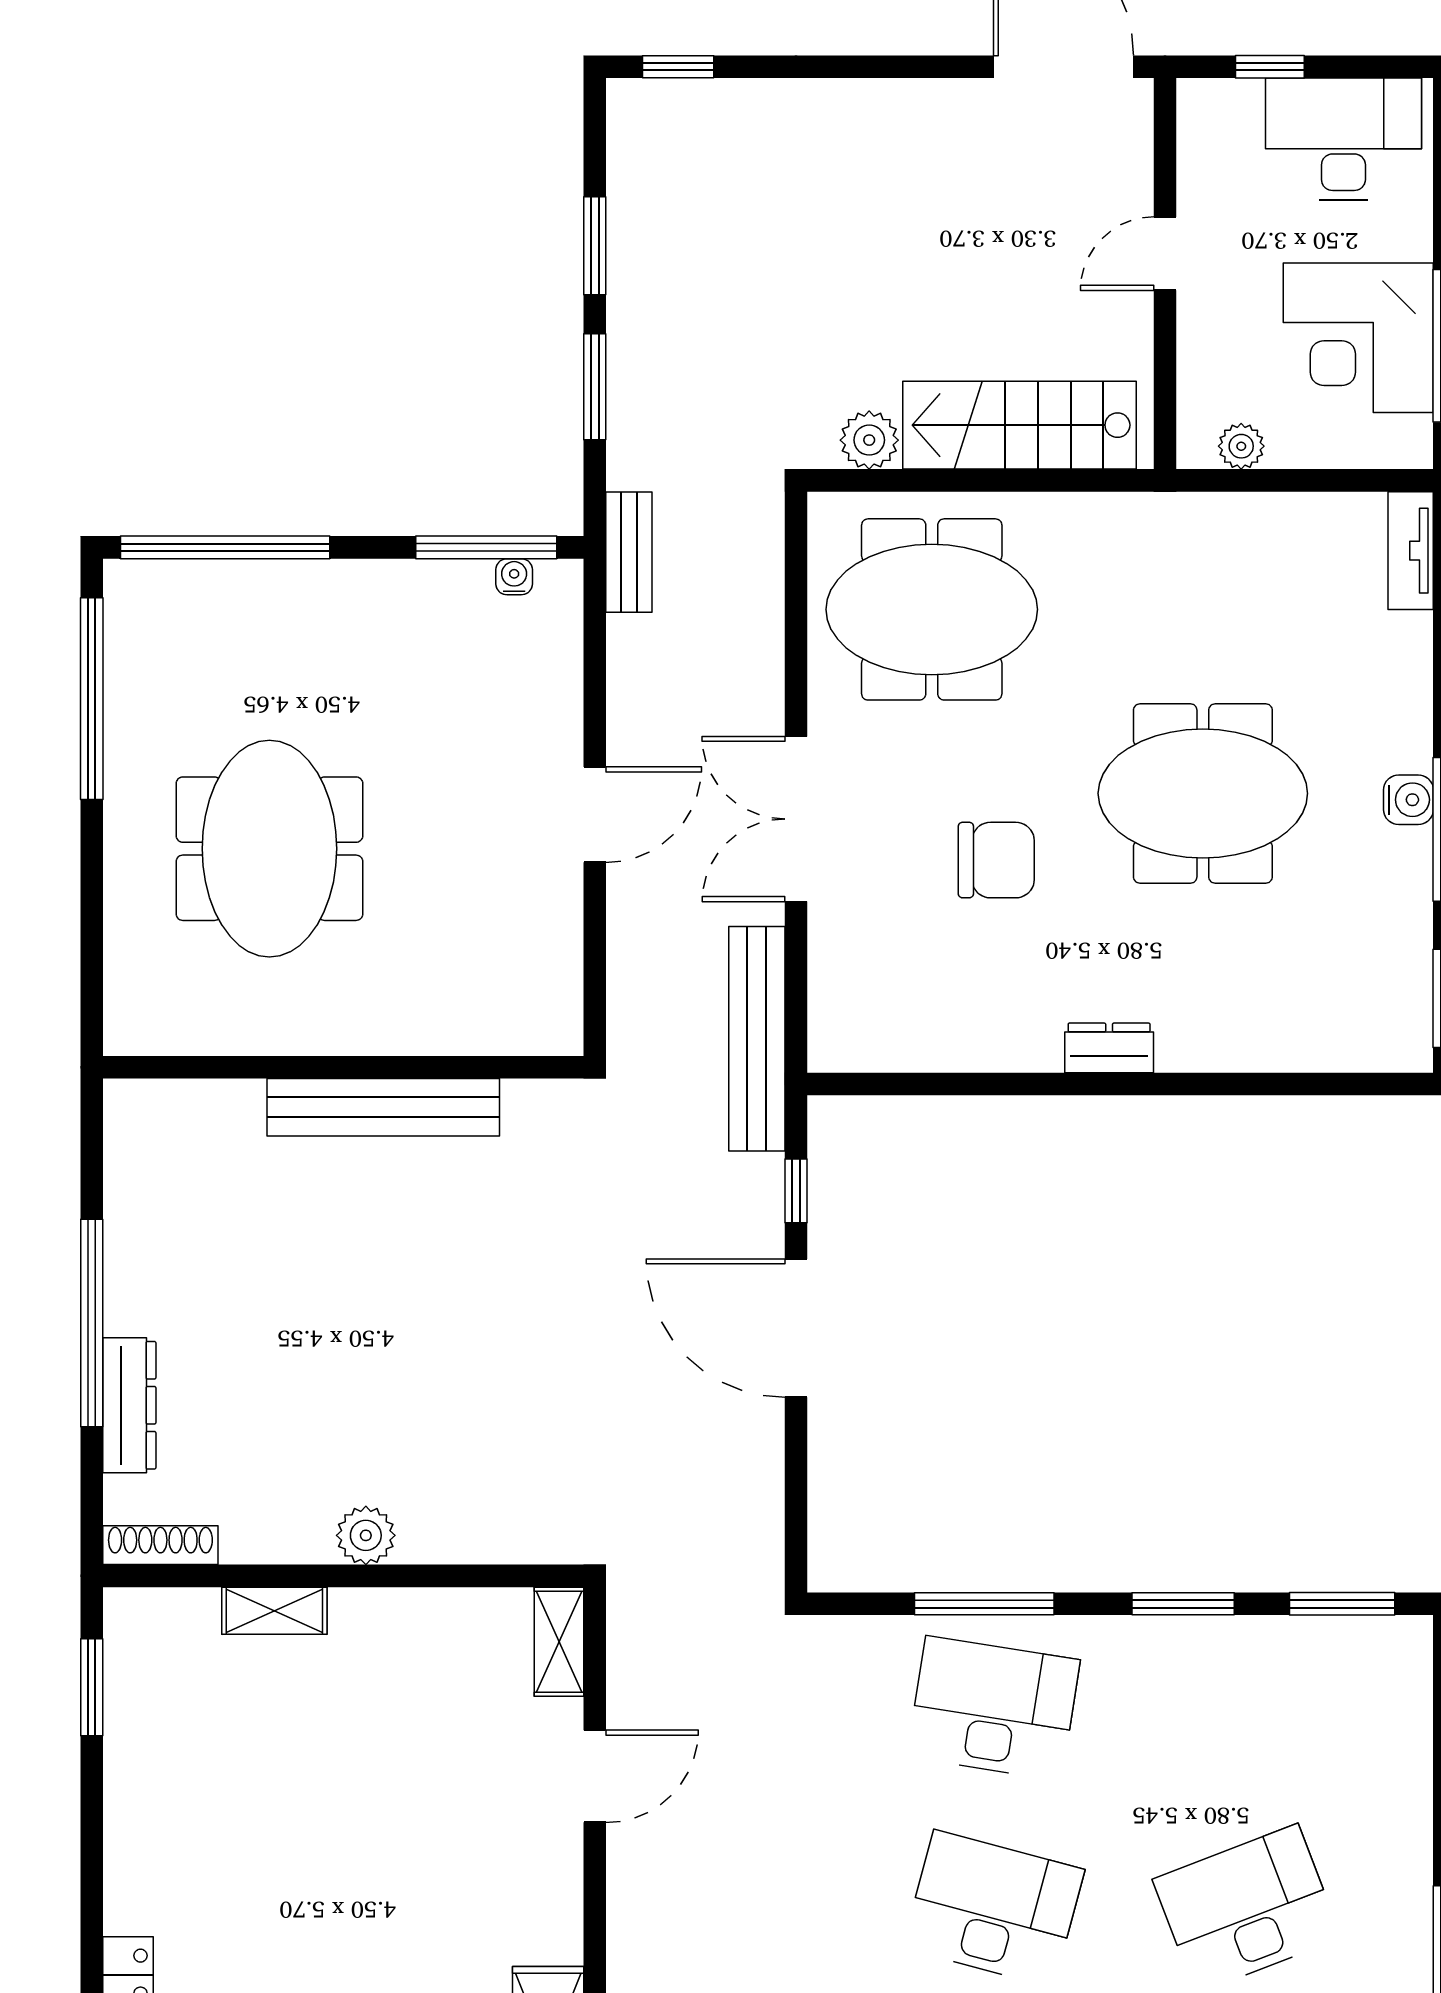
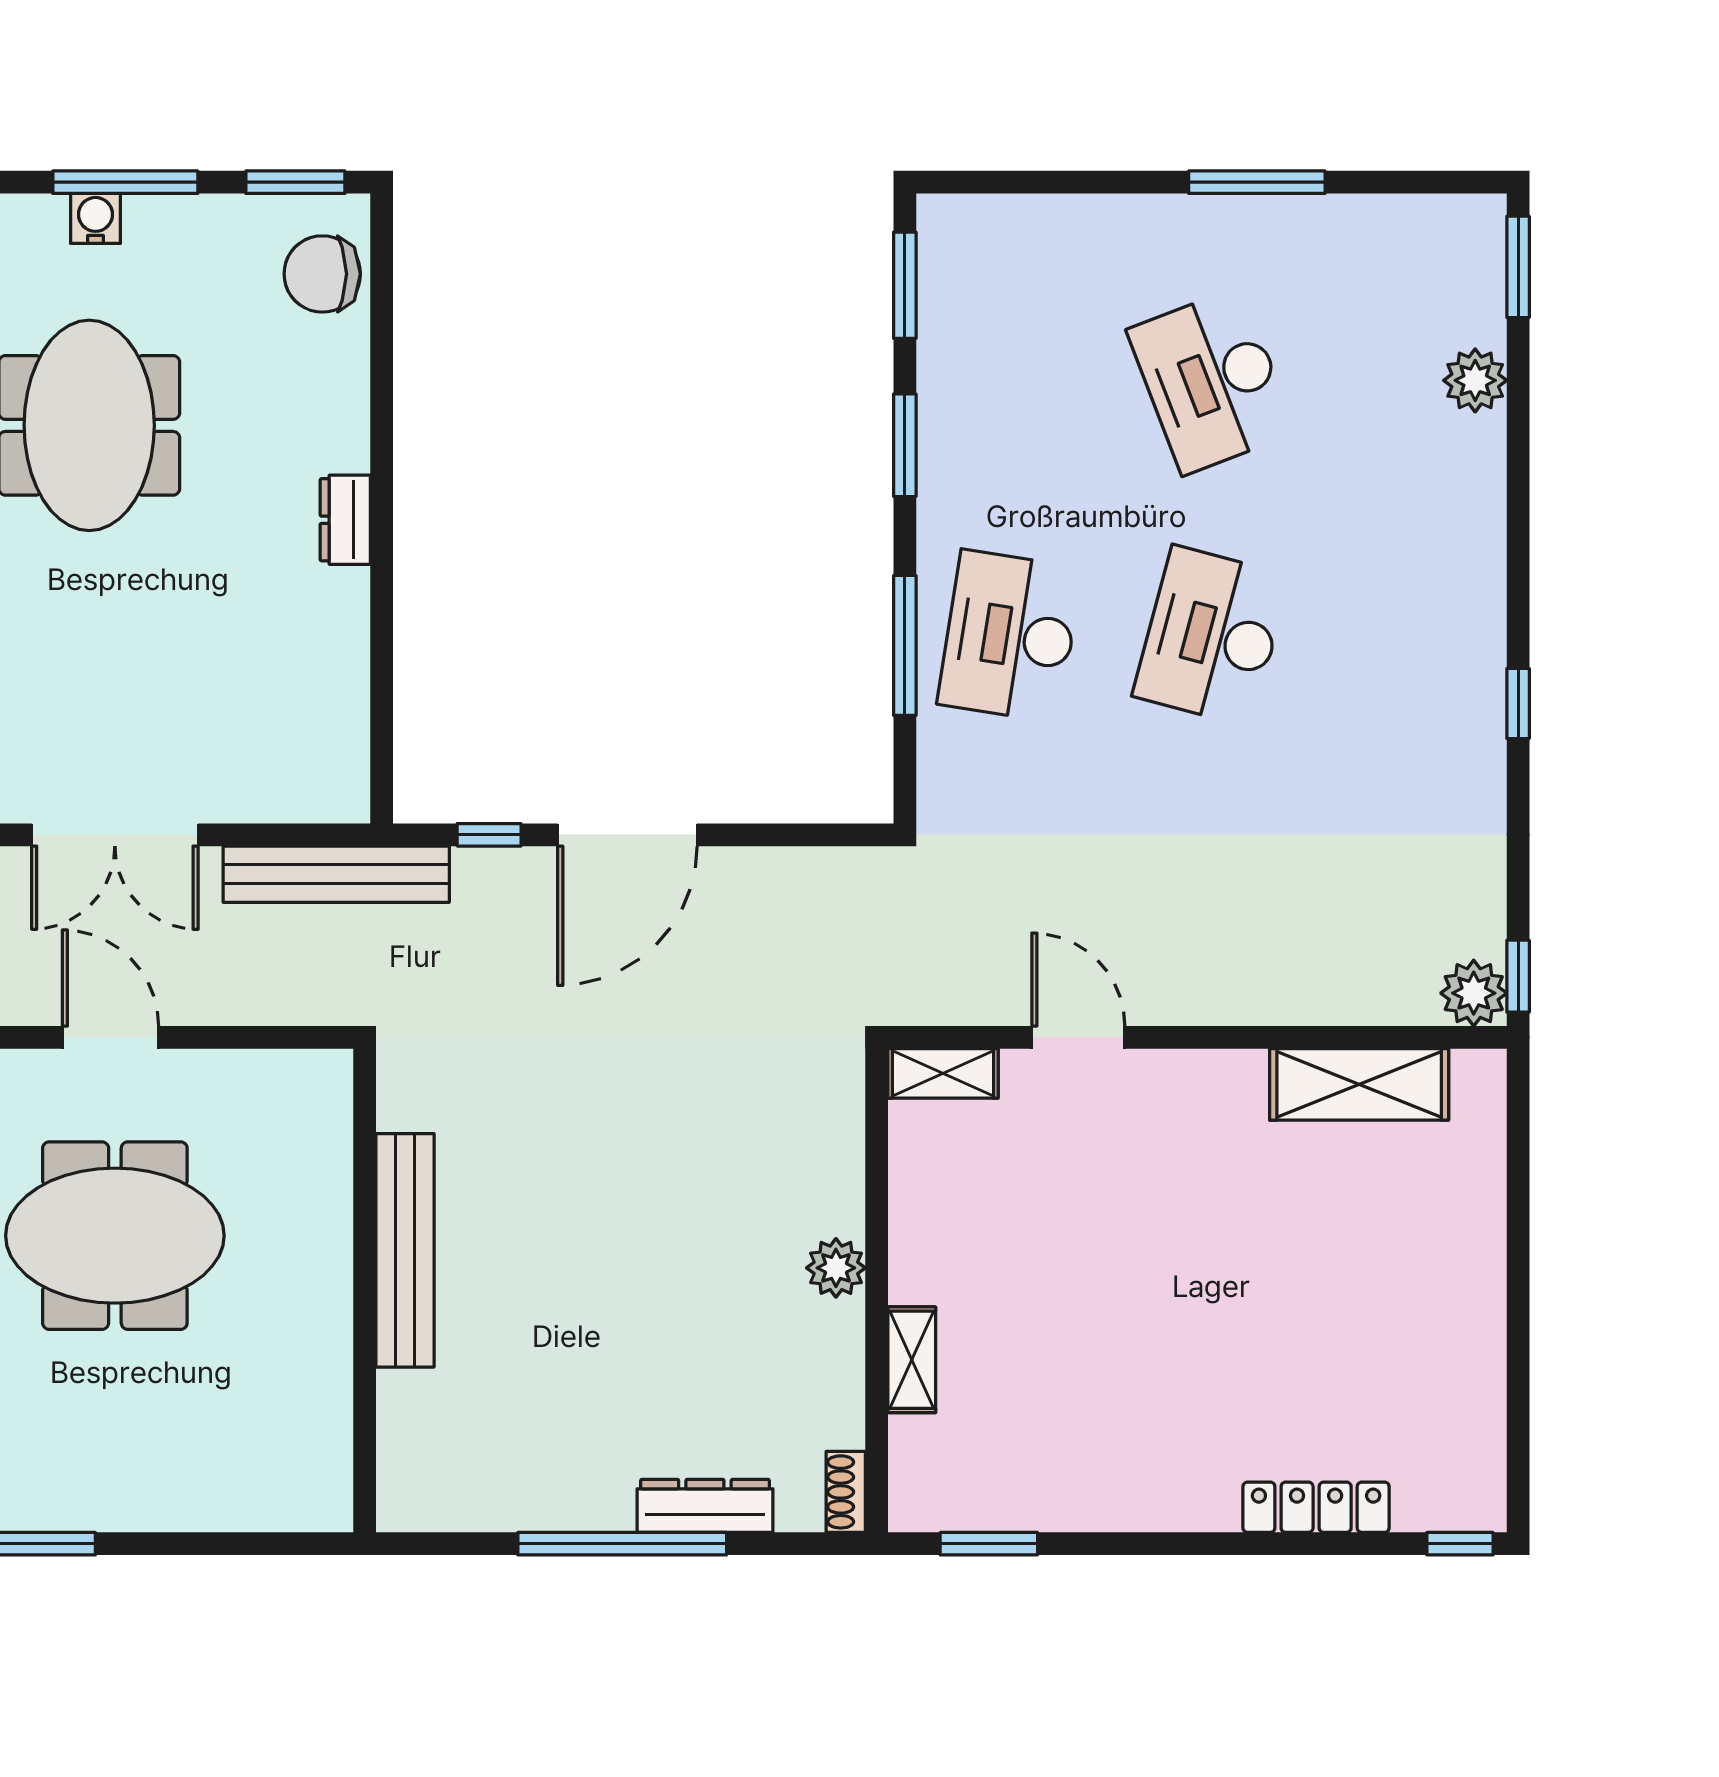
meeting table: (269, 849) -> (115, 1236), moved
chair: (996, 860) -> (322, 274), moved, turned -90
shoe rack: (160, 1545) -> (846, 1492), width x0.70

